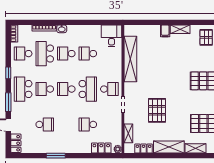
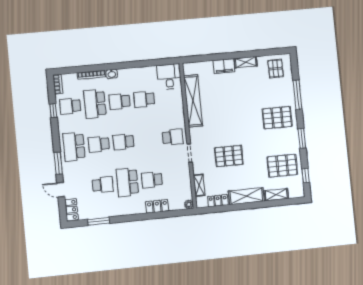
filing cabinet: (165, 31) -> (224, 66), width x2.00
window: (8, 73) -> (53, 111), moved
school desk: (88, 89) -> (127, 182), moved, turned 180
pallet: (157, 110) -> (229, 156), turned 90
locker: (101, 148) -> (157, 206), moved
window: (56, 156) -> (99, 221), moved

